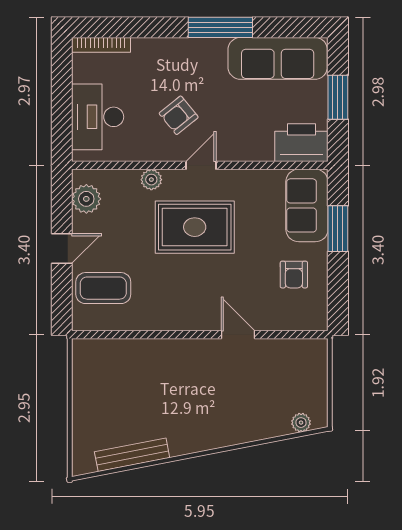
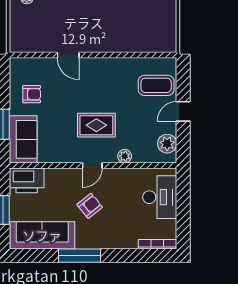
armchair: (179, 115) -> (90, 206), moved
rug: (195, 227) -> (96, 125), width x0.73, depth x0.70
armchair: (294, 275) -> (32, 94), turned 90

